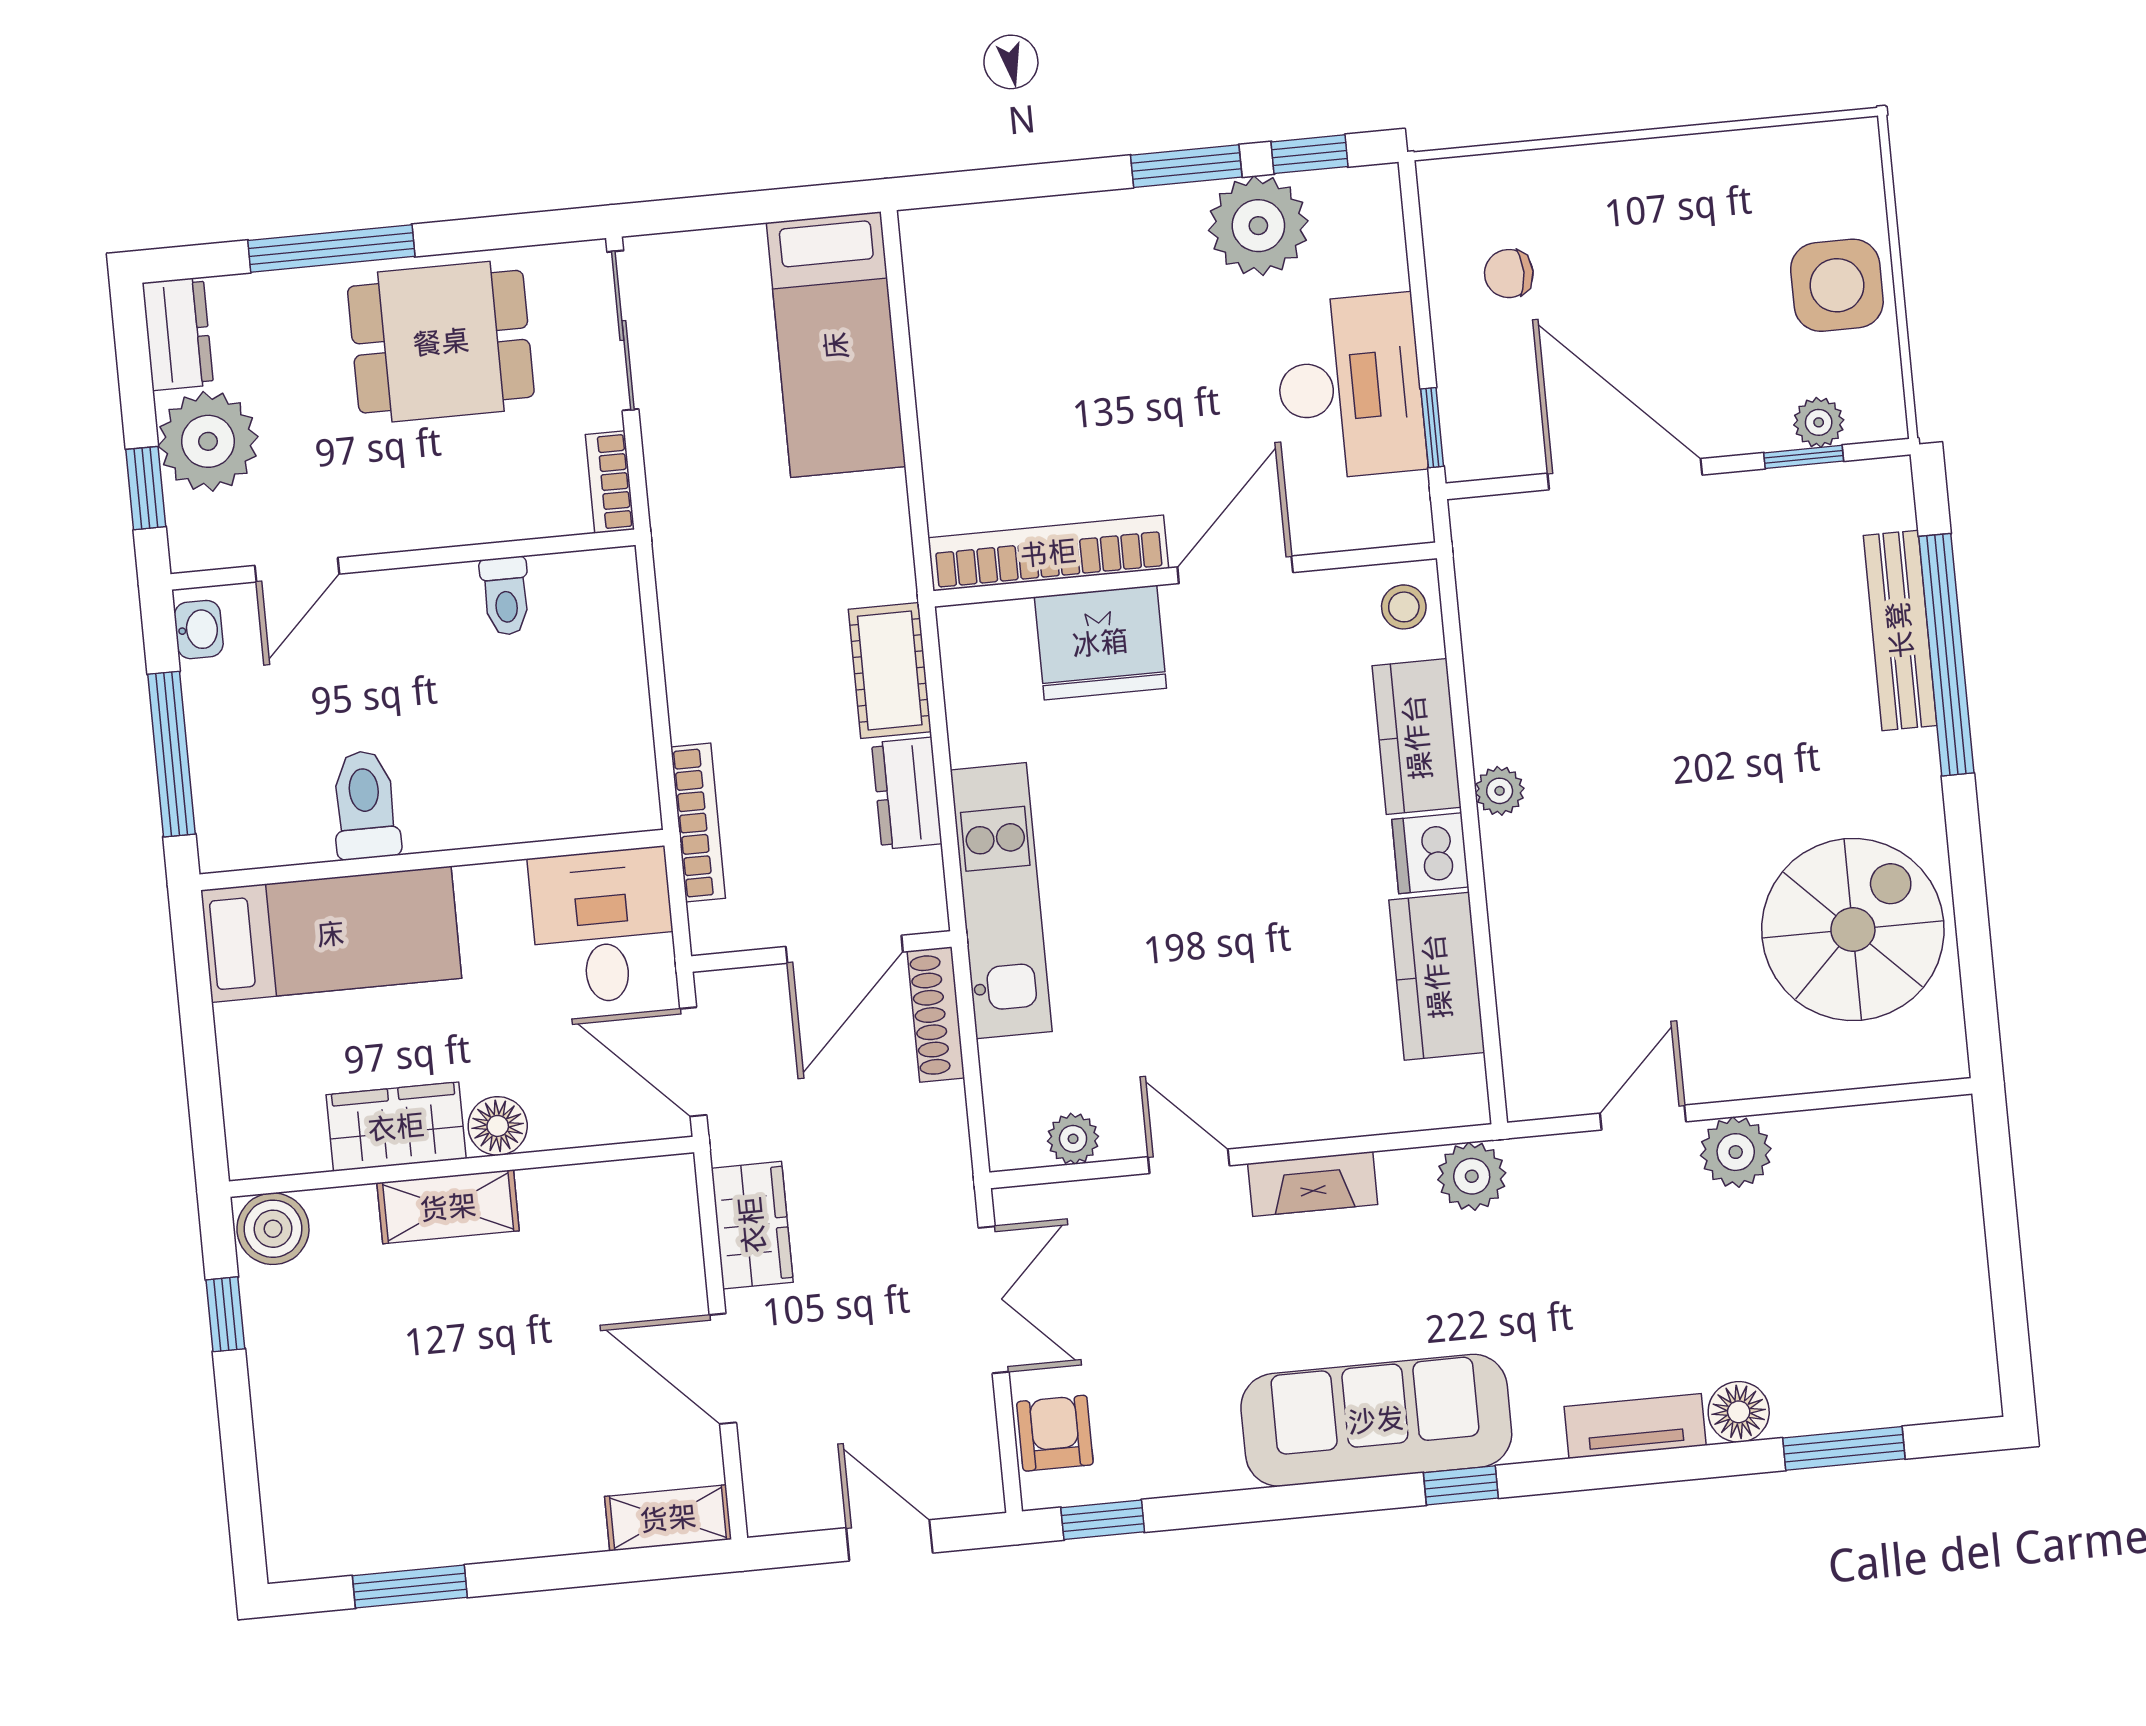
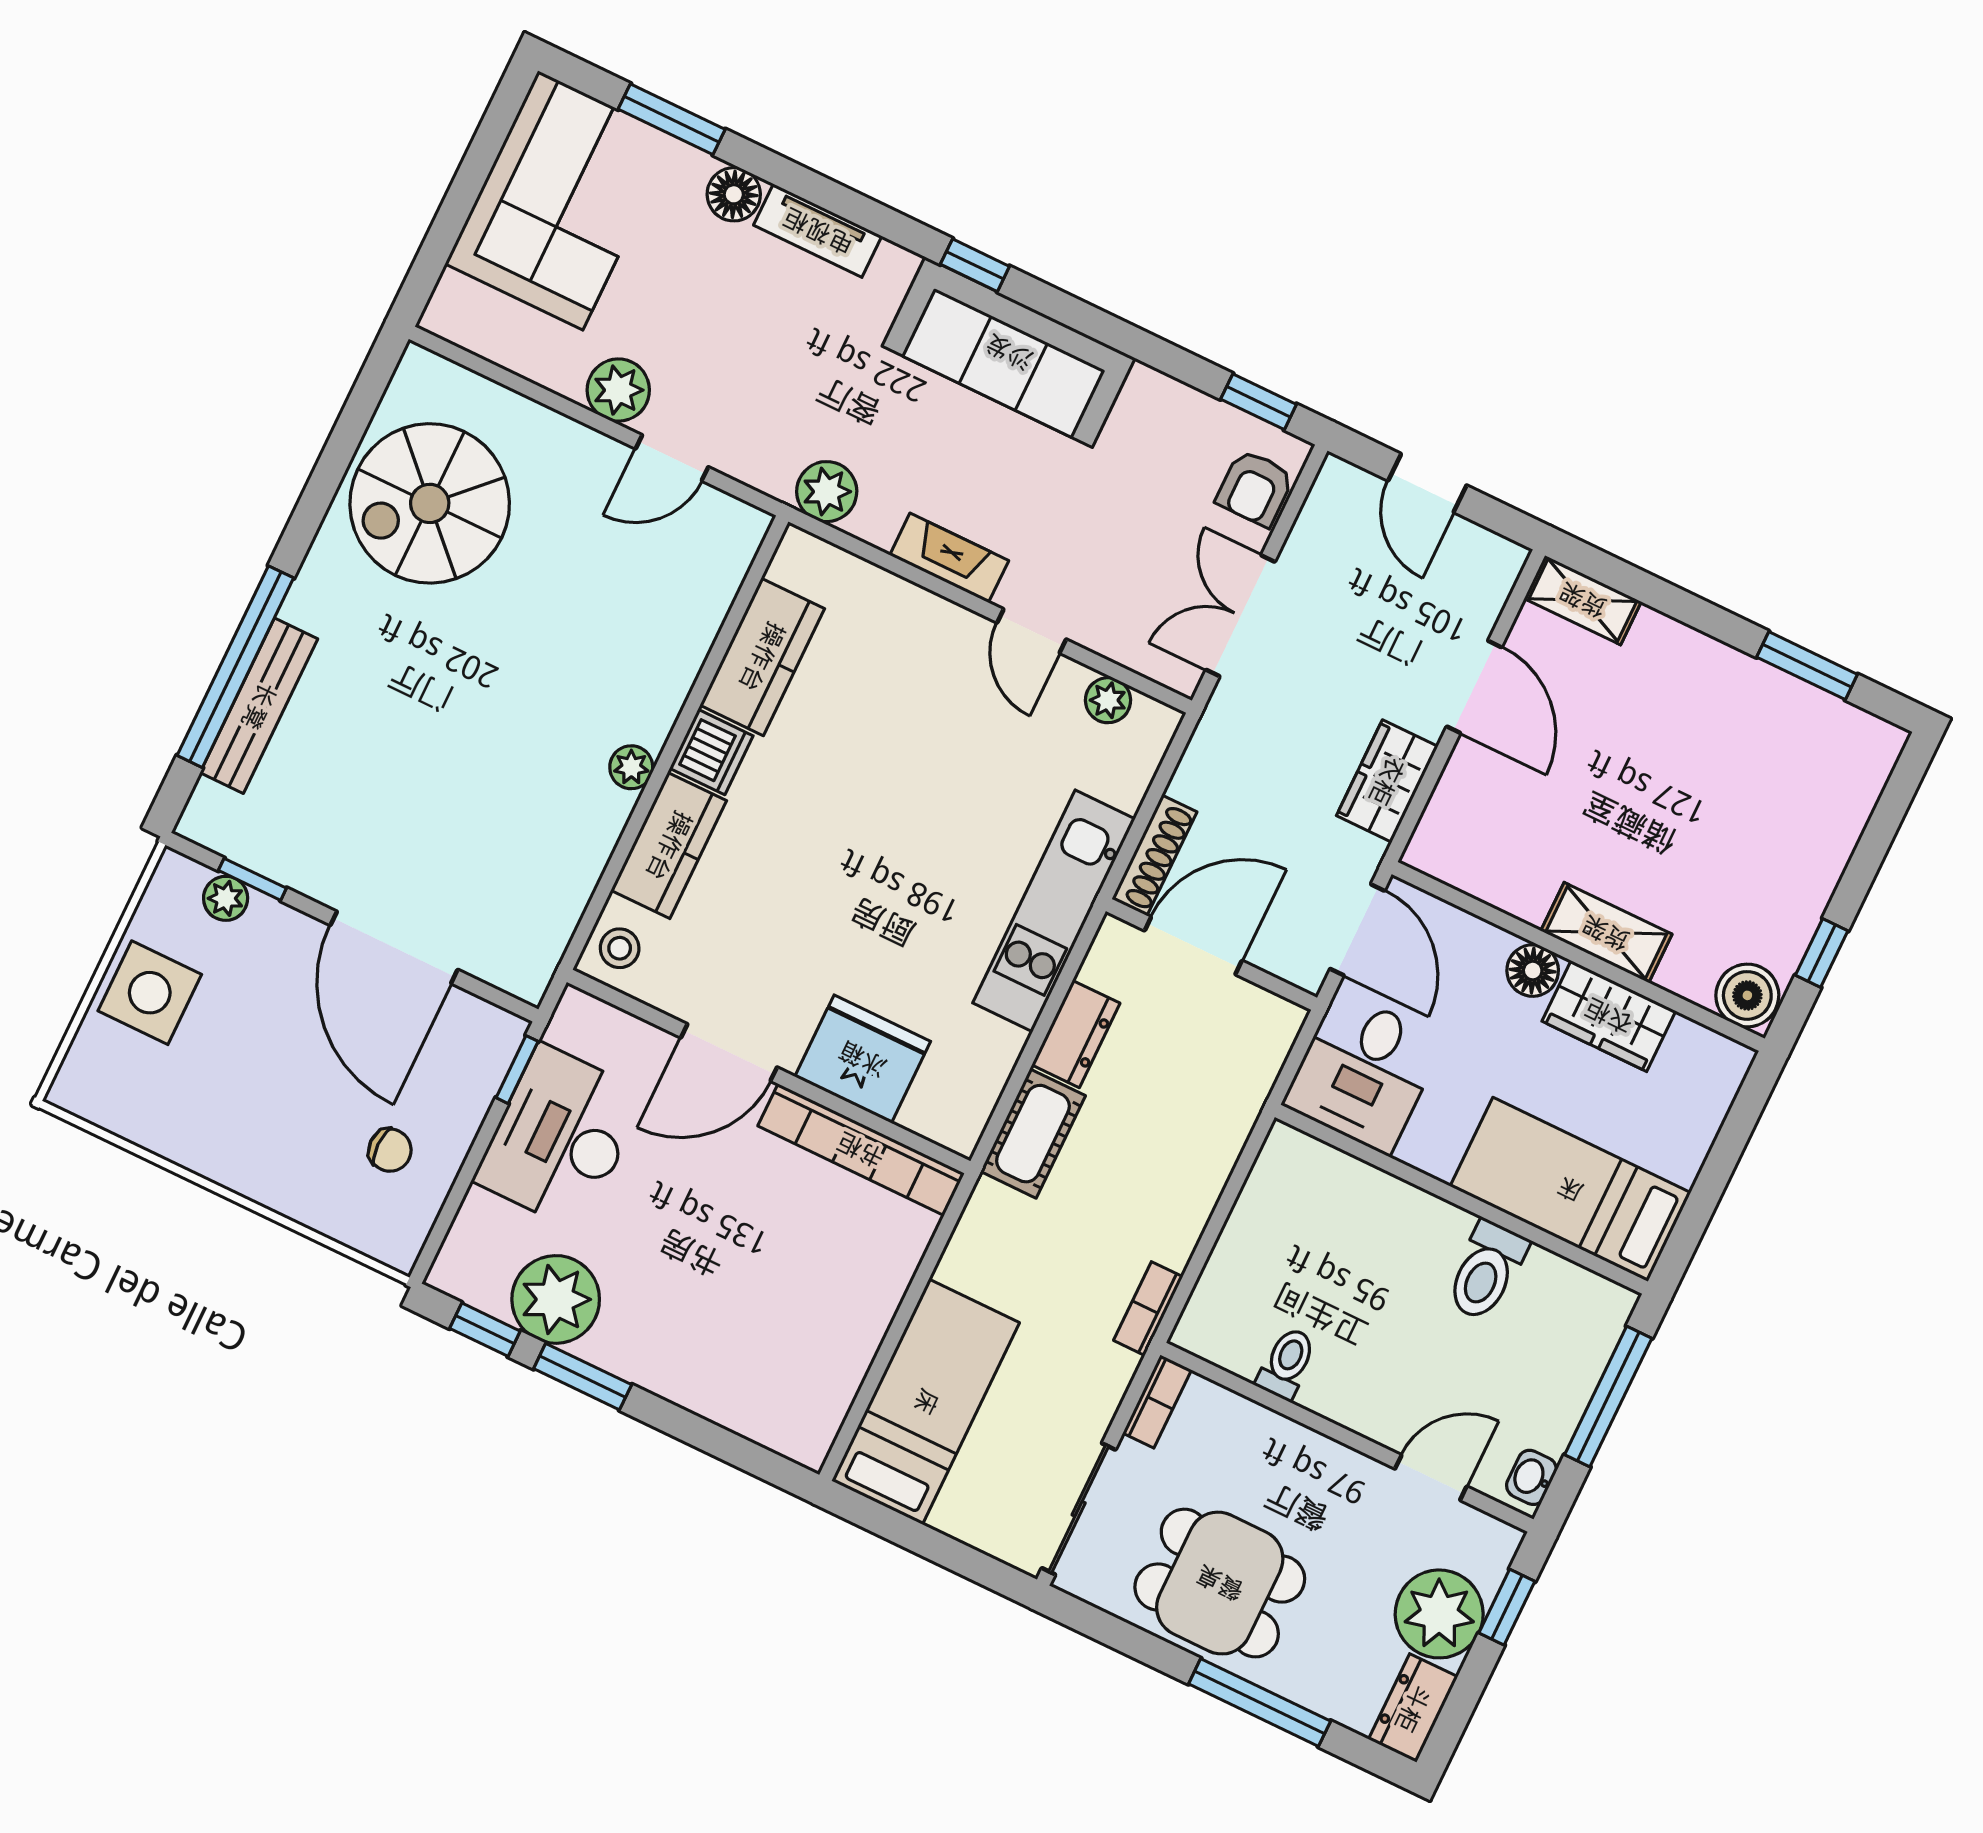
bookcase: (698, 823) -> (1148, 1309), moved, width x0.64
corner sofa: (1905, 1303) -> (560, 200), added

